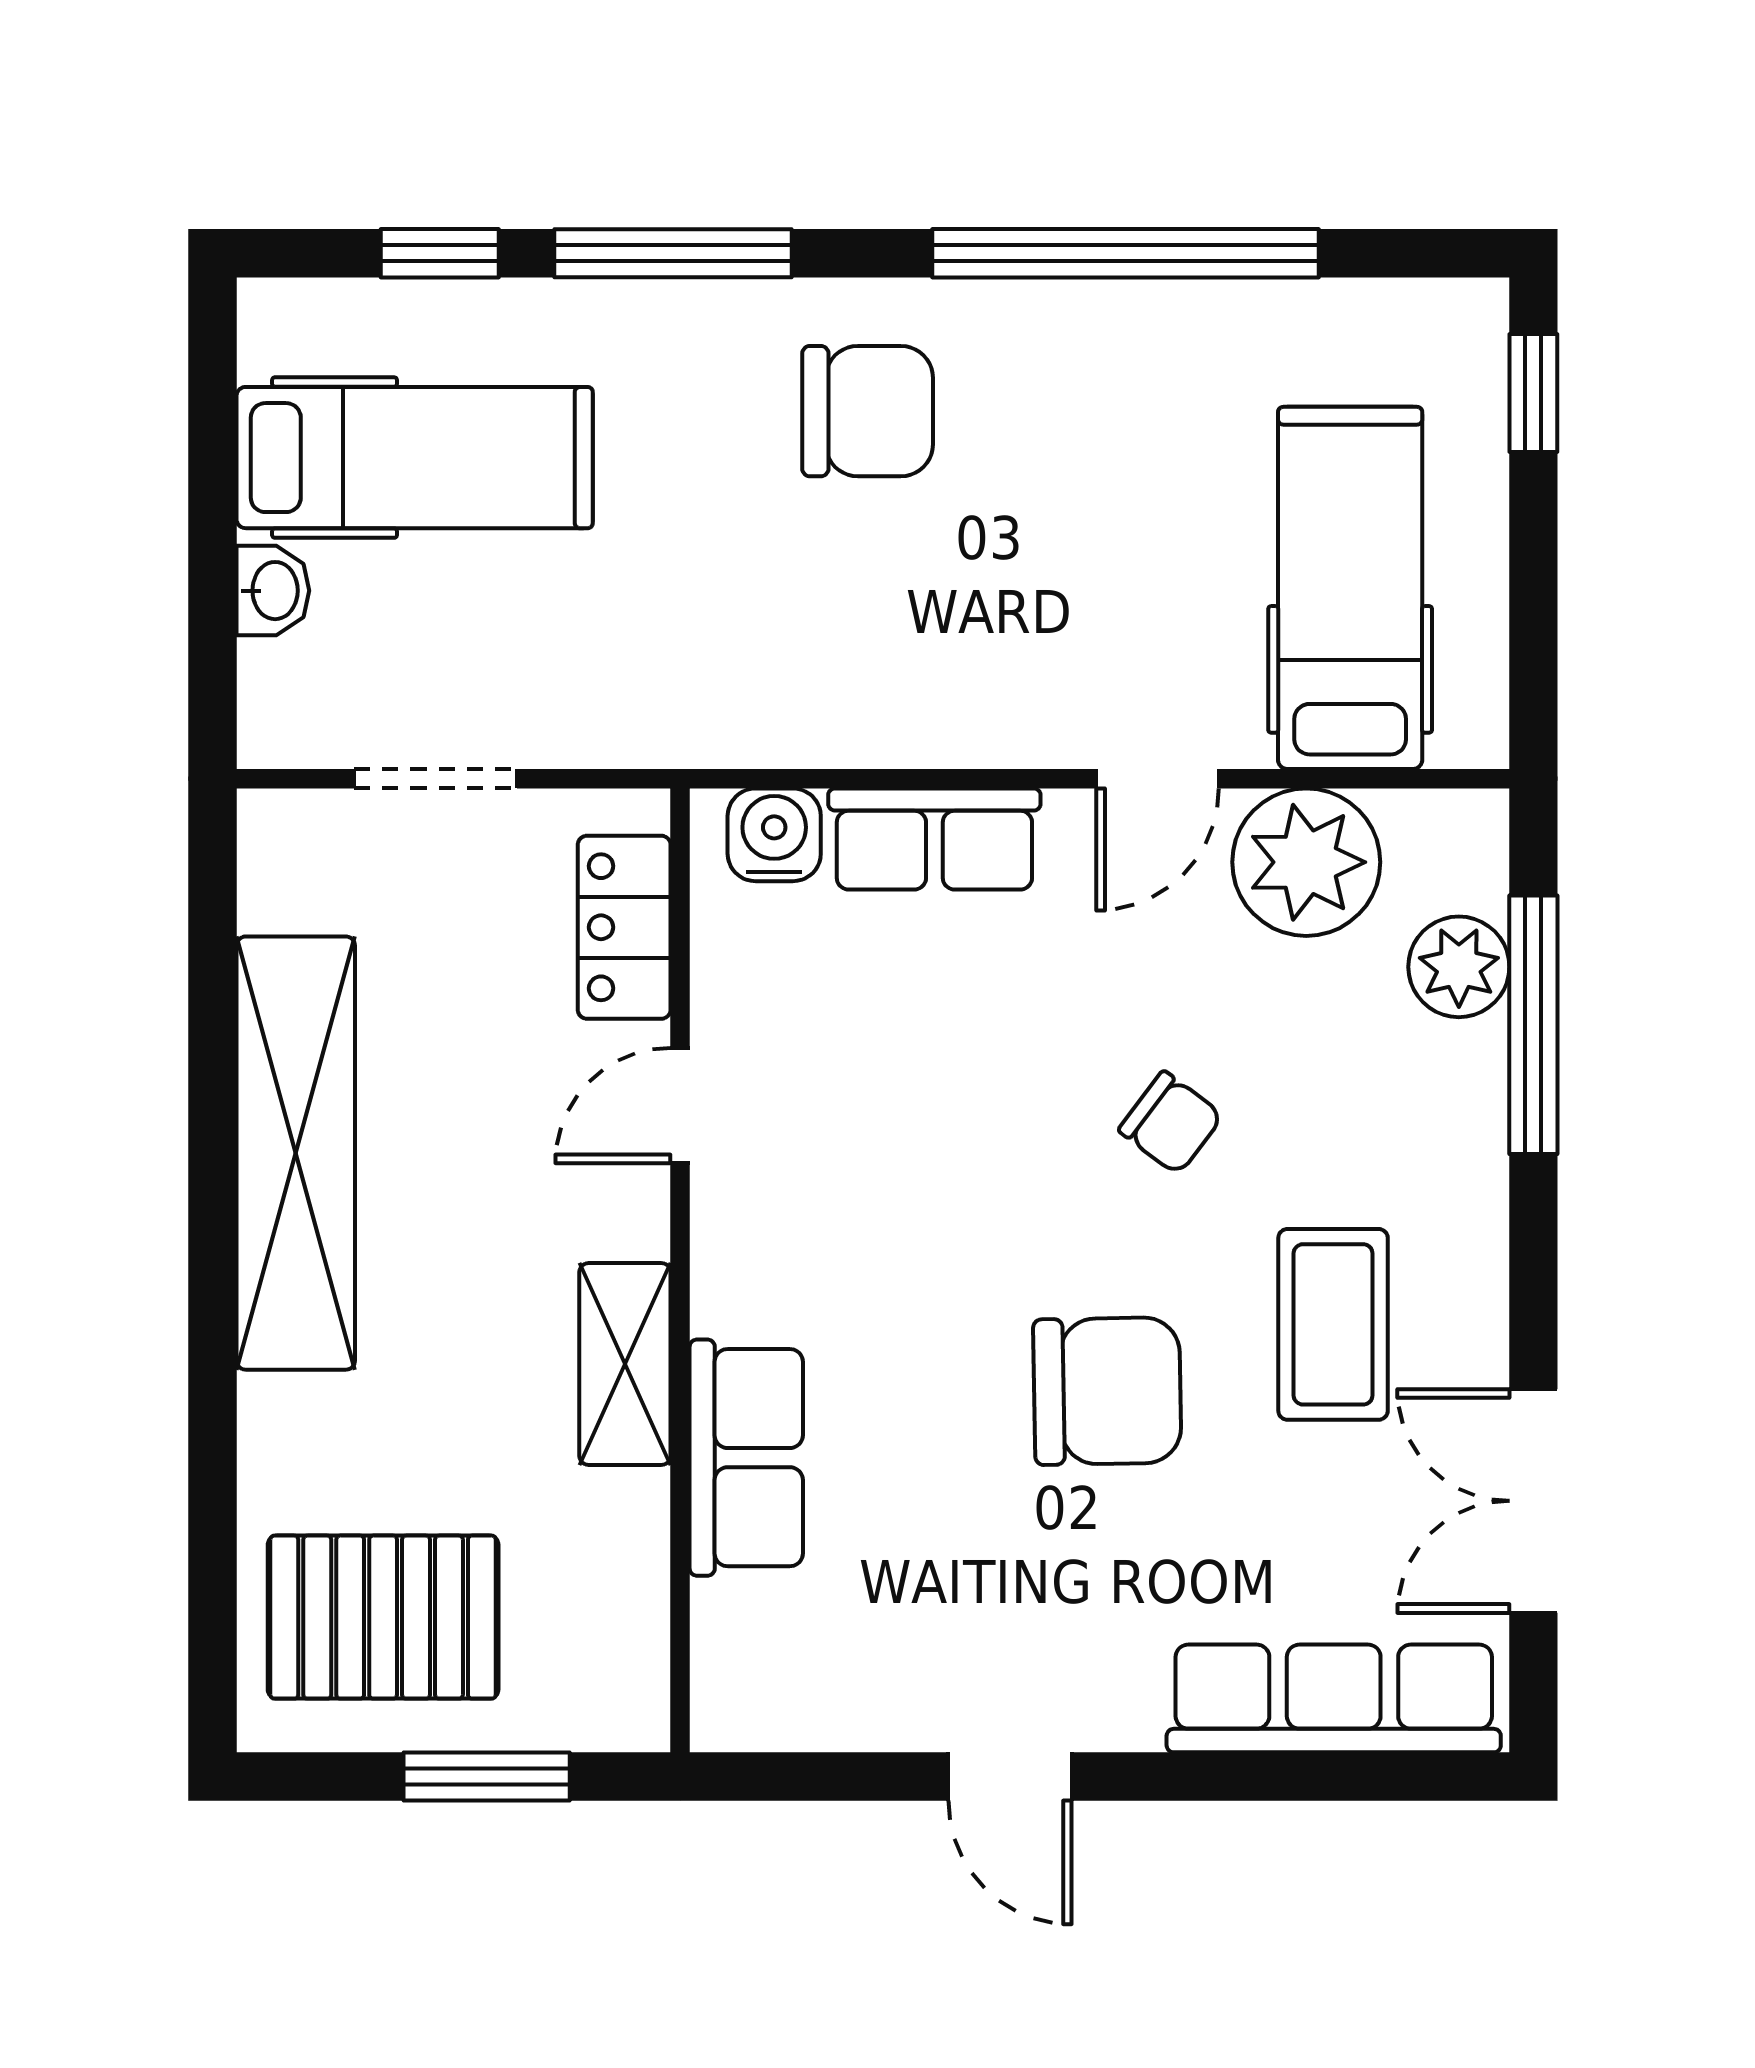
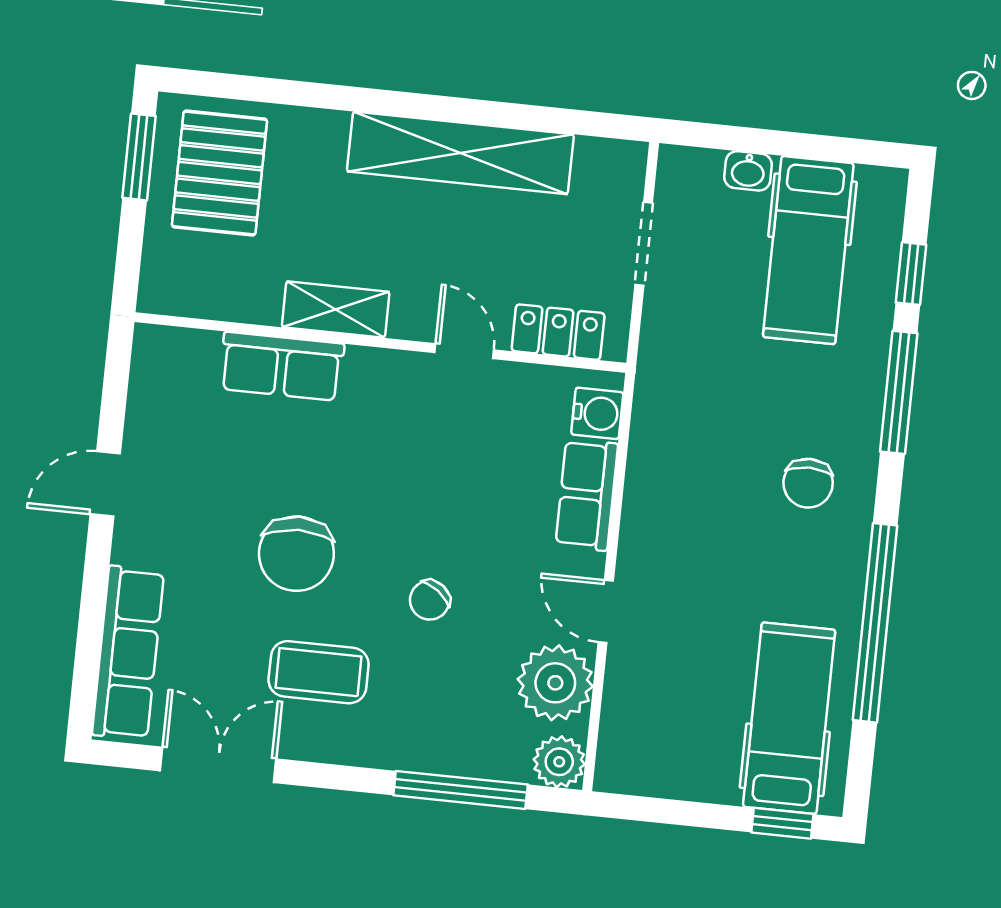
chair: (868, 411) -> (808, 483), width x0.73, depth x0.73
hospital bed: (1350, 588) -> (789, 718), moved, turned -90
plant: (1459, 967) -> (559, 762), moved
window: (487, 1777) -> (139, 157), moved

